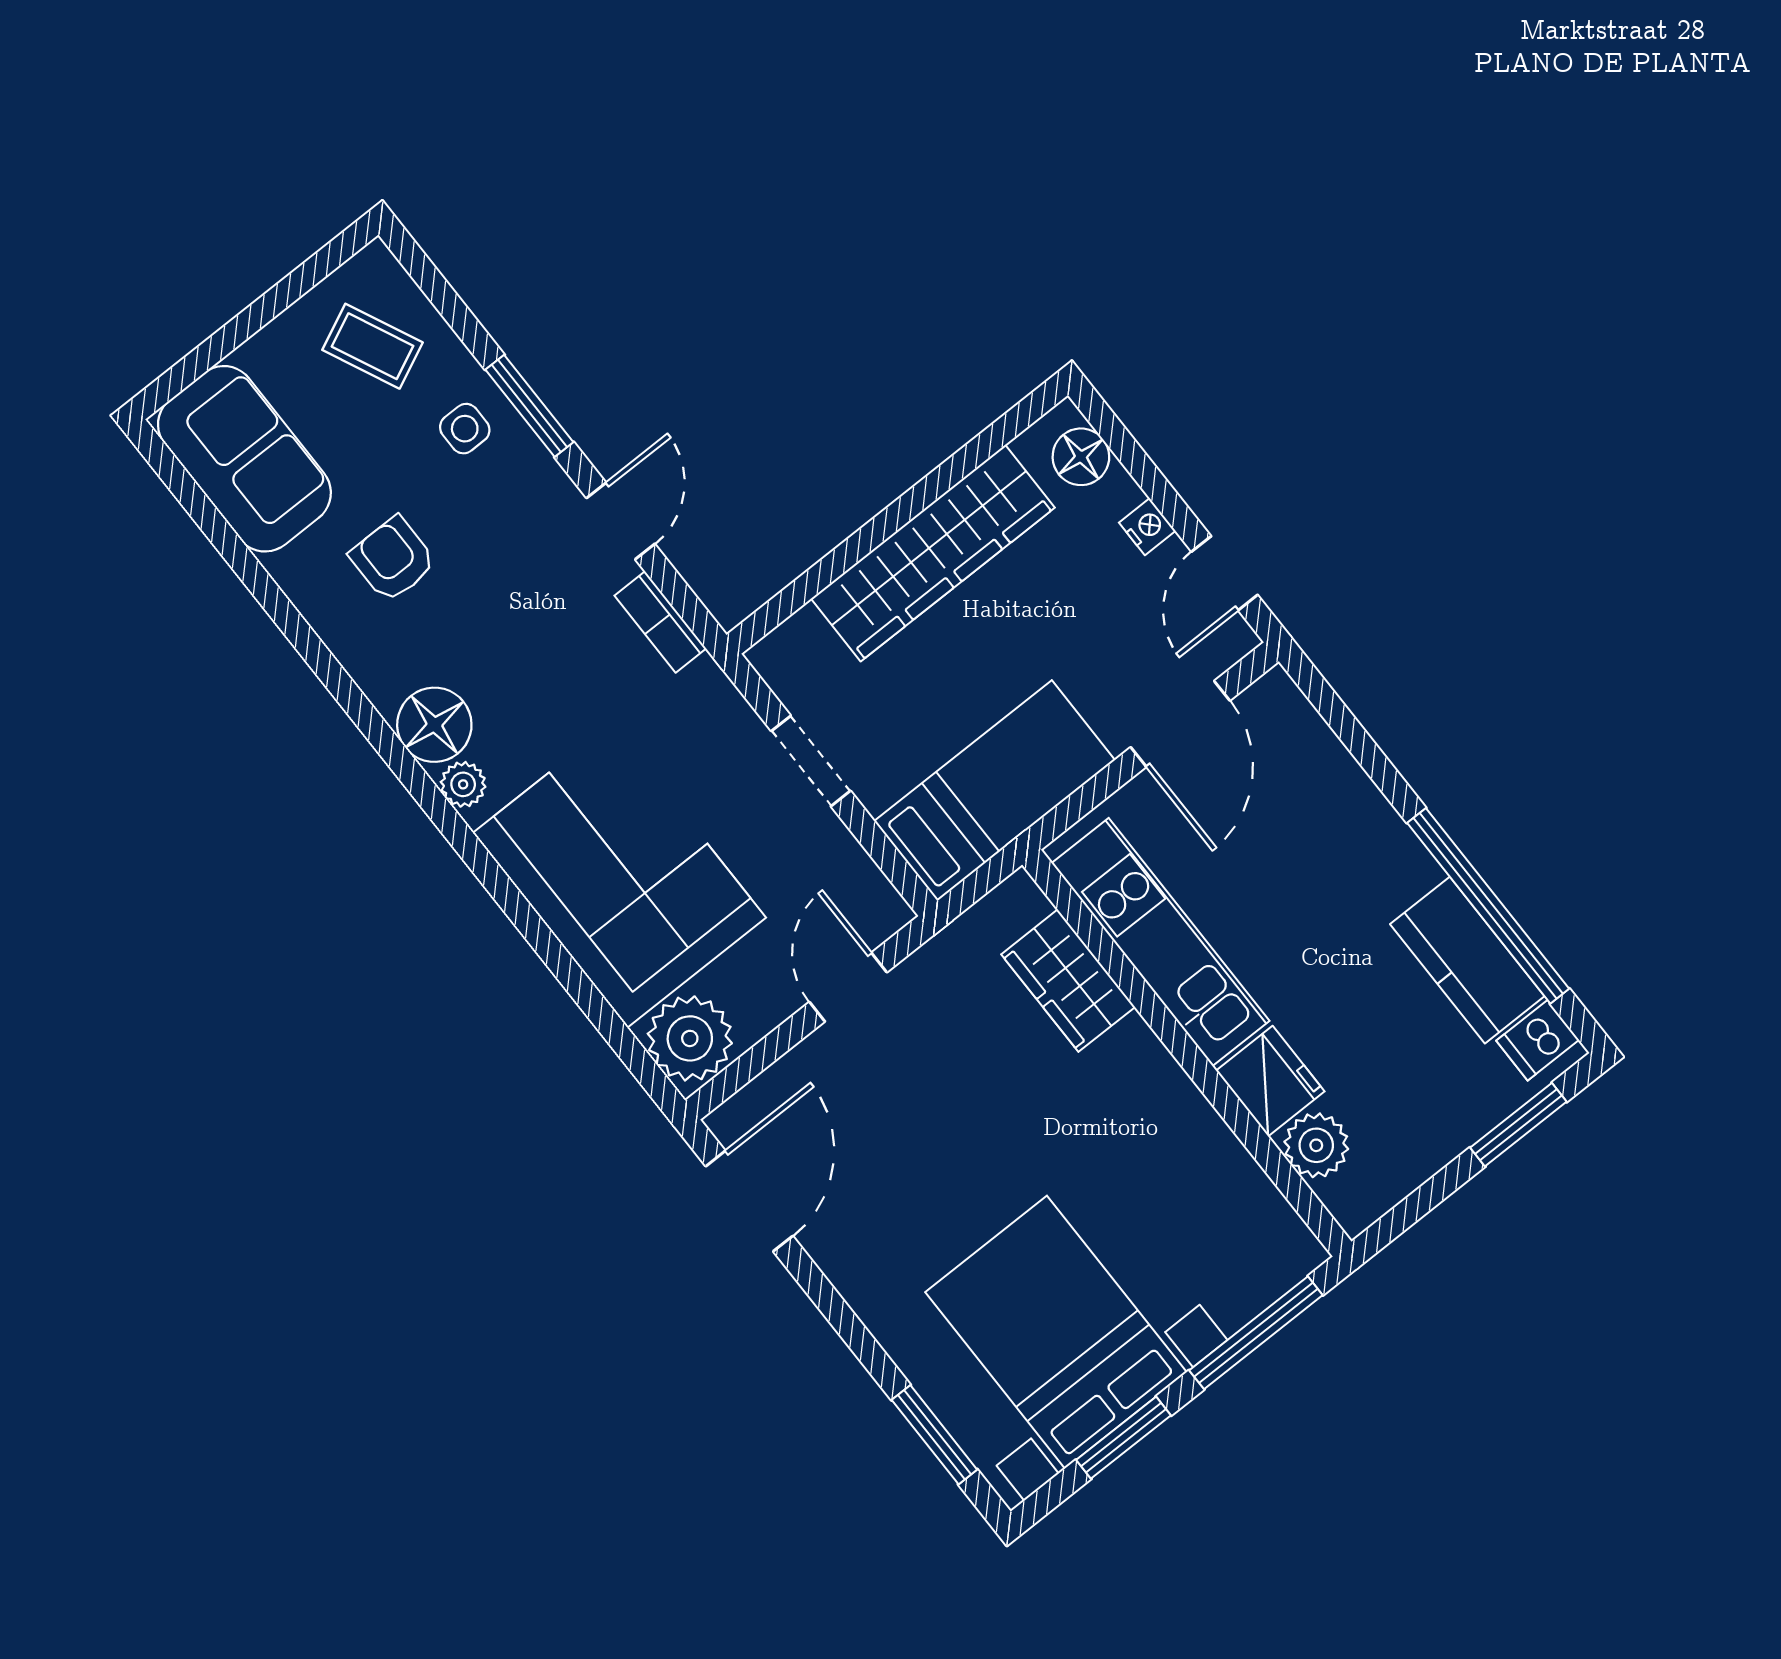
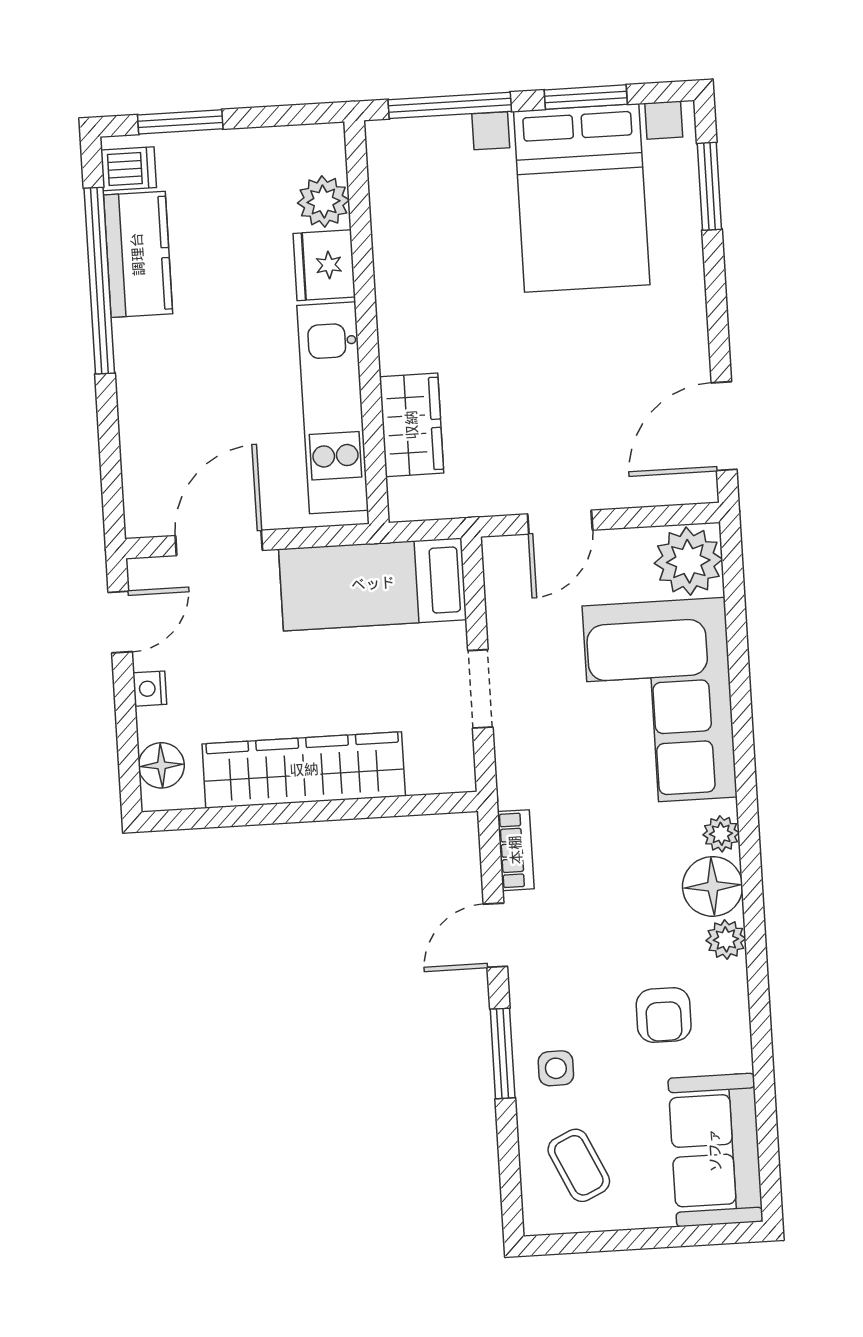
plant: (383, 680) -> (726, 939), added

